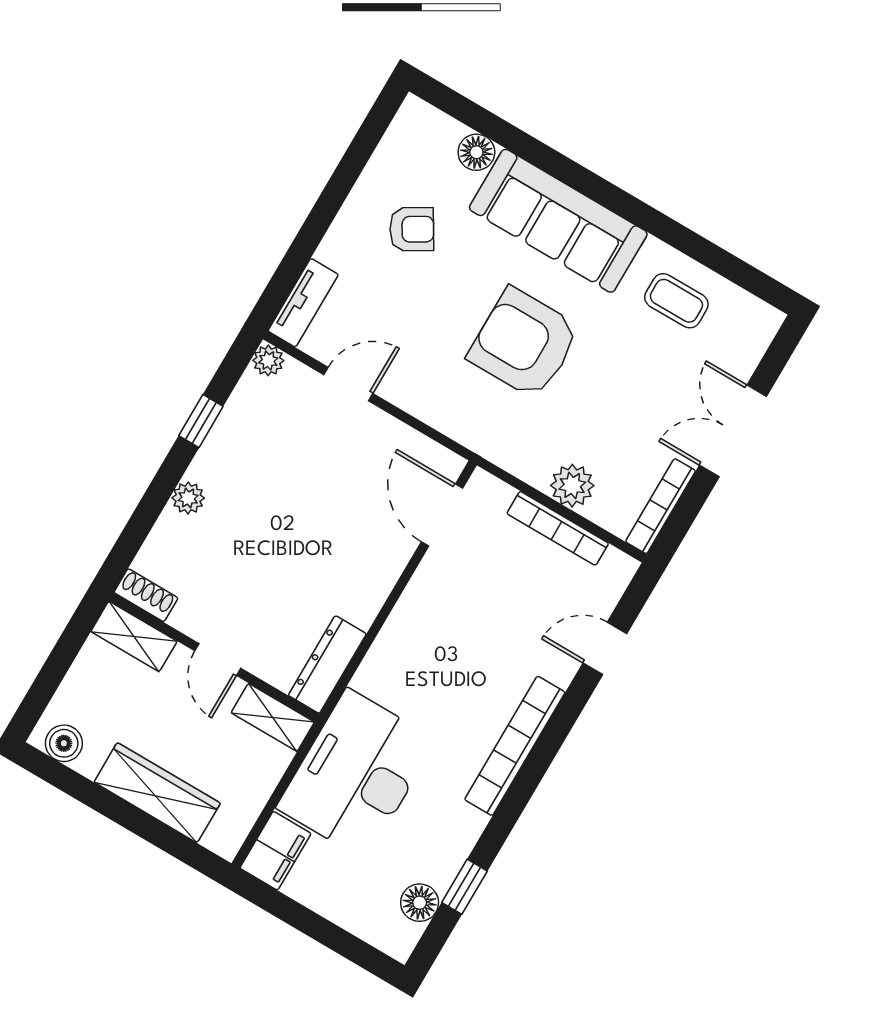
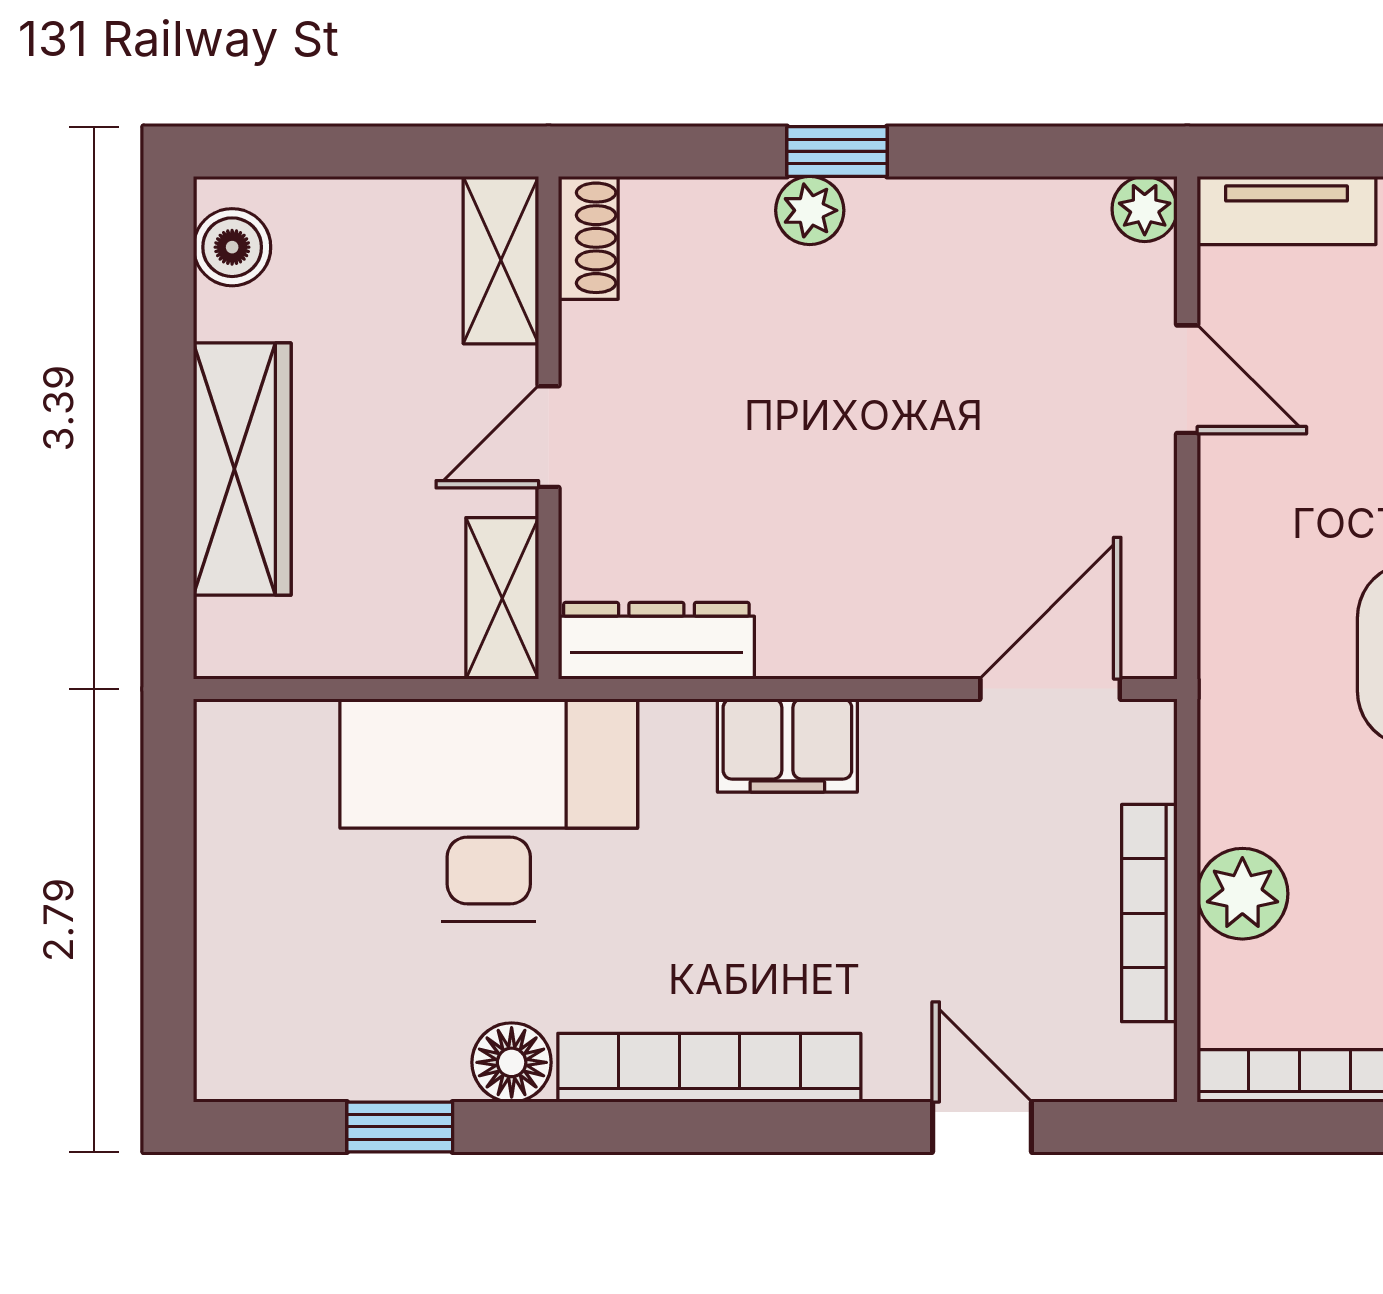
window: (201, 421) -> (837, 151), moved
filing cabinet: (275, 851) -> (787, 746), moved
floor lamp: (420, 903) -> (512, 1062), moved

